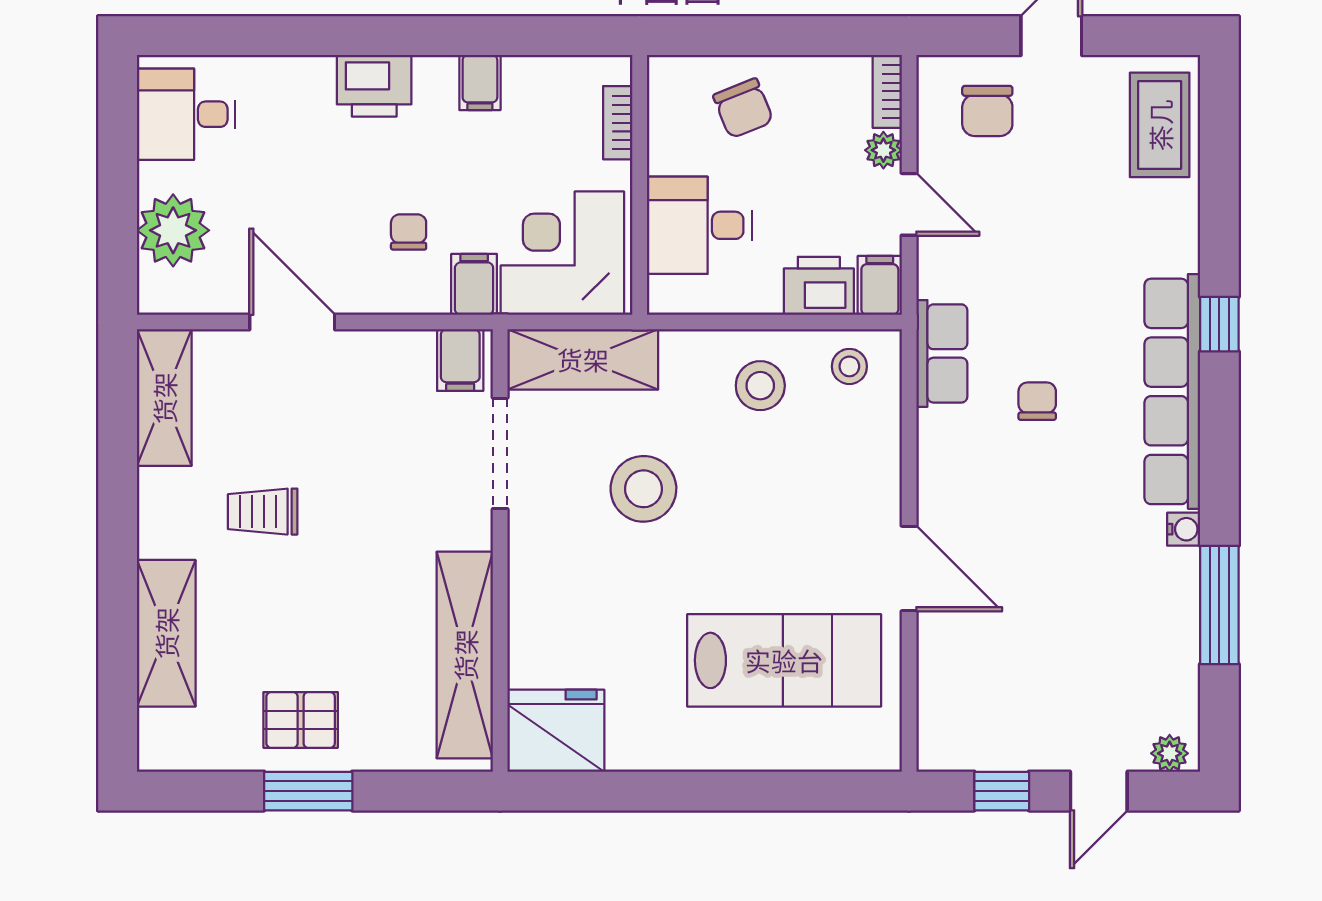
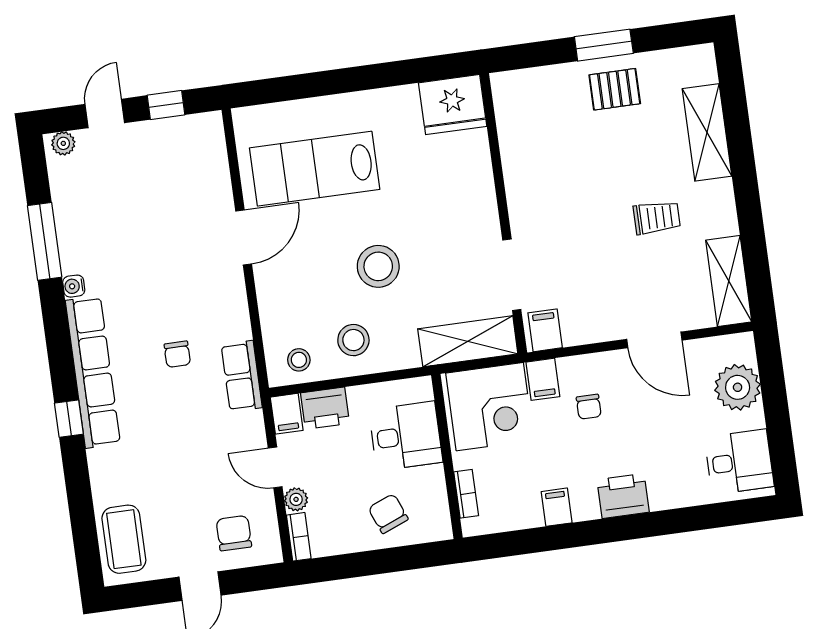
stool: (643, 489) -> (378, 266), moved
door: (909, 568) -> (244, 238), swing flipped
shelving: (465, 655) -> (517, 144), removed

